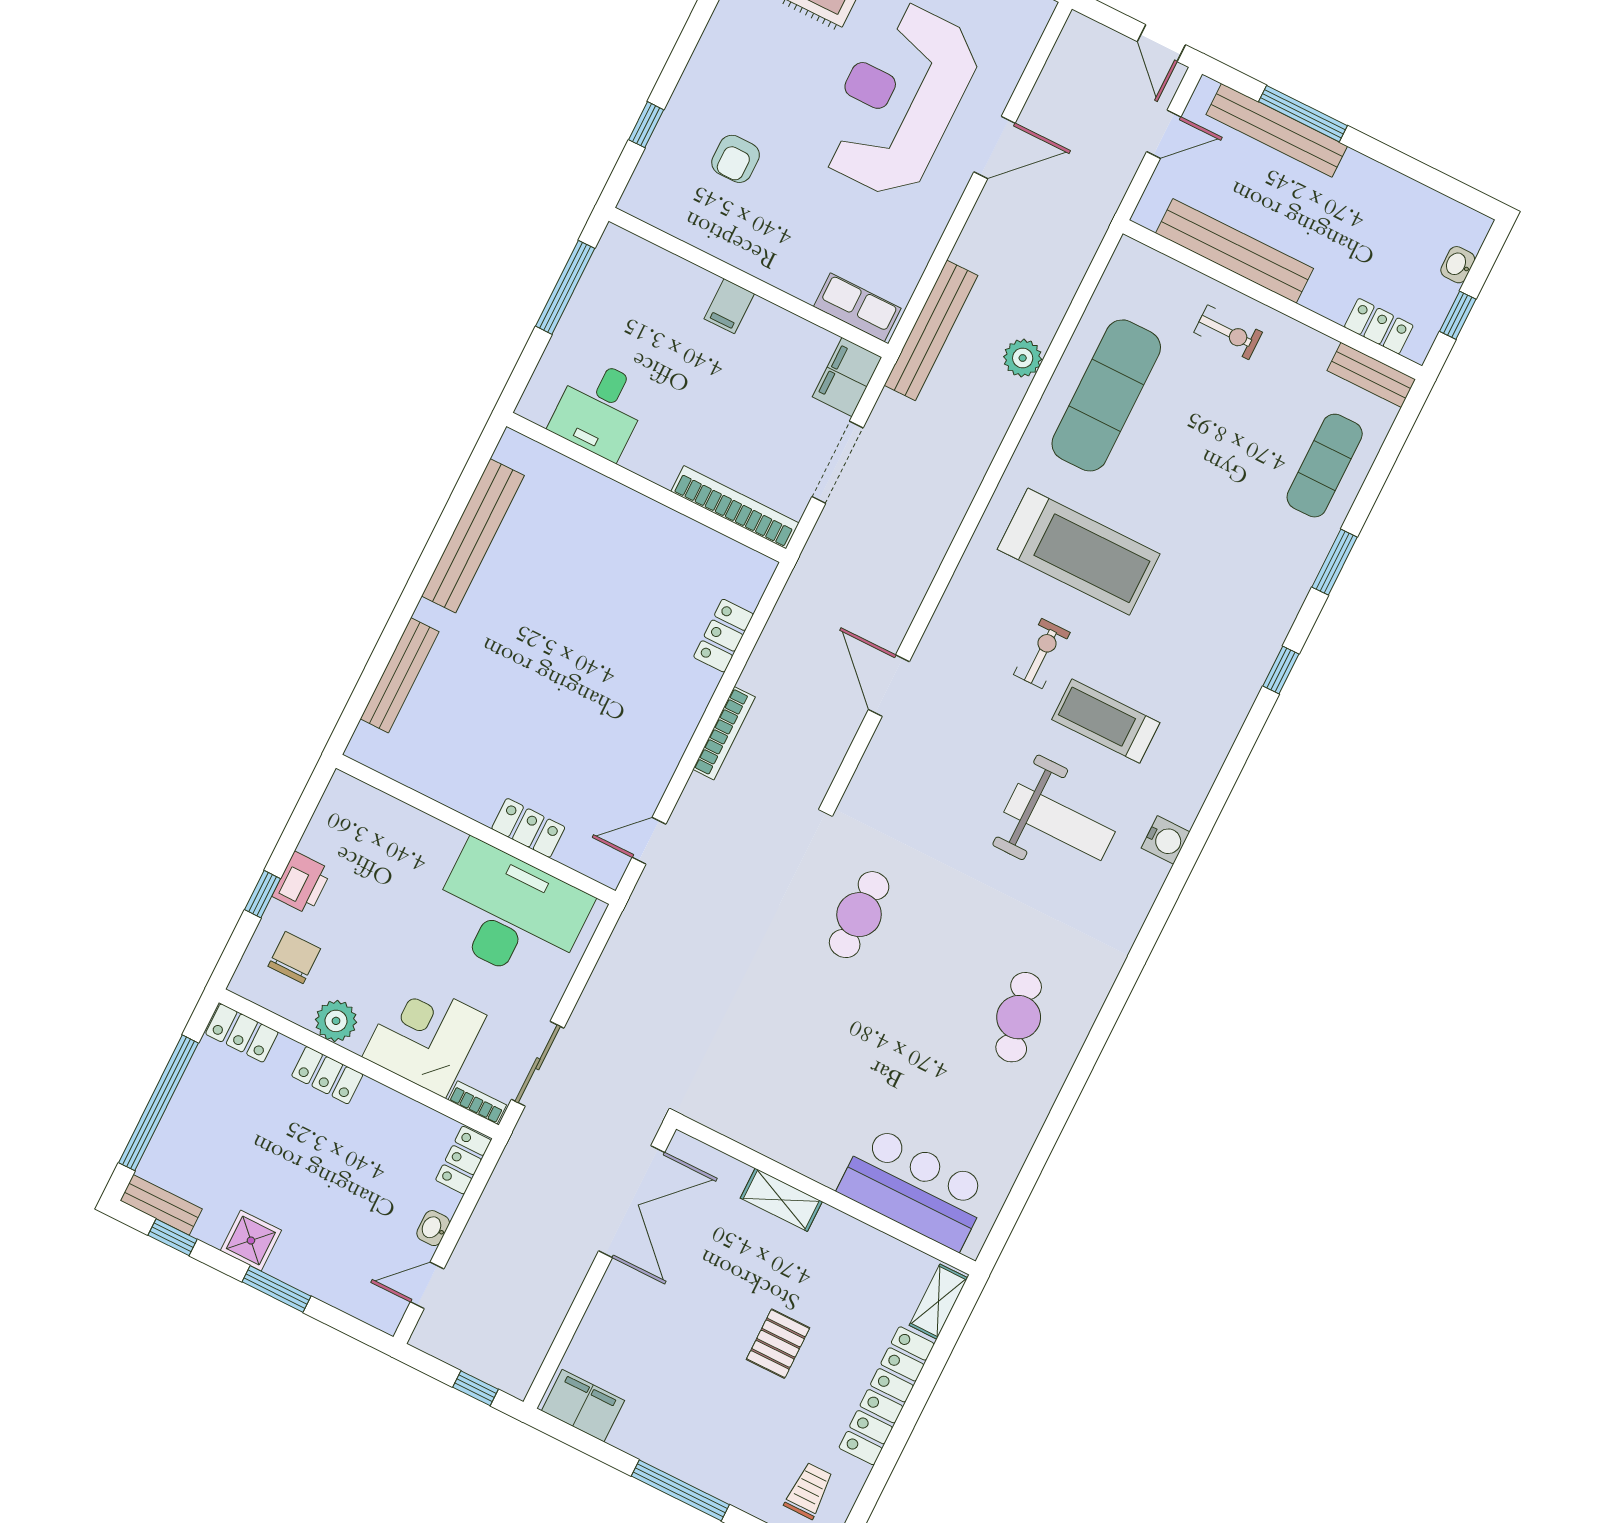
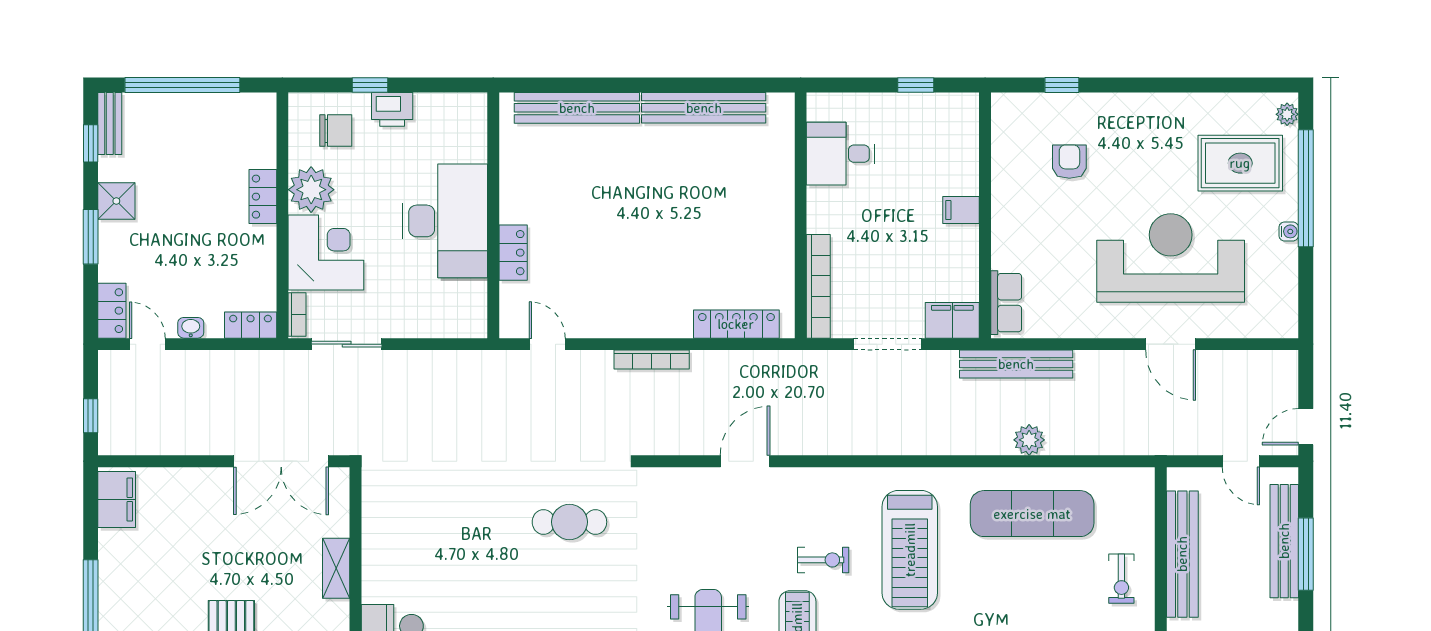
armchair: (736, 159) -> (1069, 162), turned 90
window: (565, 287) -> (916, 85), width x0.46
locker: (723, 636) -> (736, 324), width x1.53
bench: (400, 675) -> (577, 108), width x1.37, depth x1.21
desk: (510, 914) -> (445, 221), moved
plant: (336, 1021) -> (311, 190), width x1.36, depth x1.36
locker: (242, 1033) -> (112, 311), moved, turned 180

